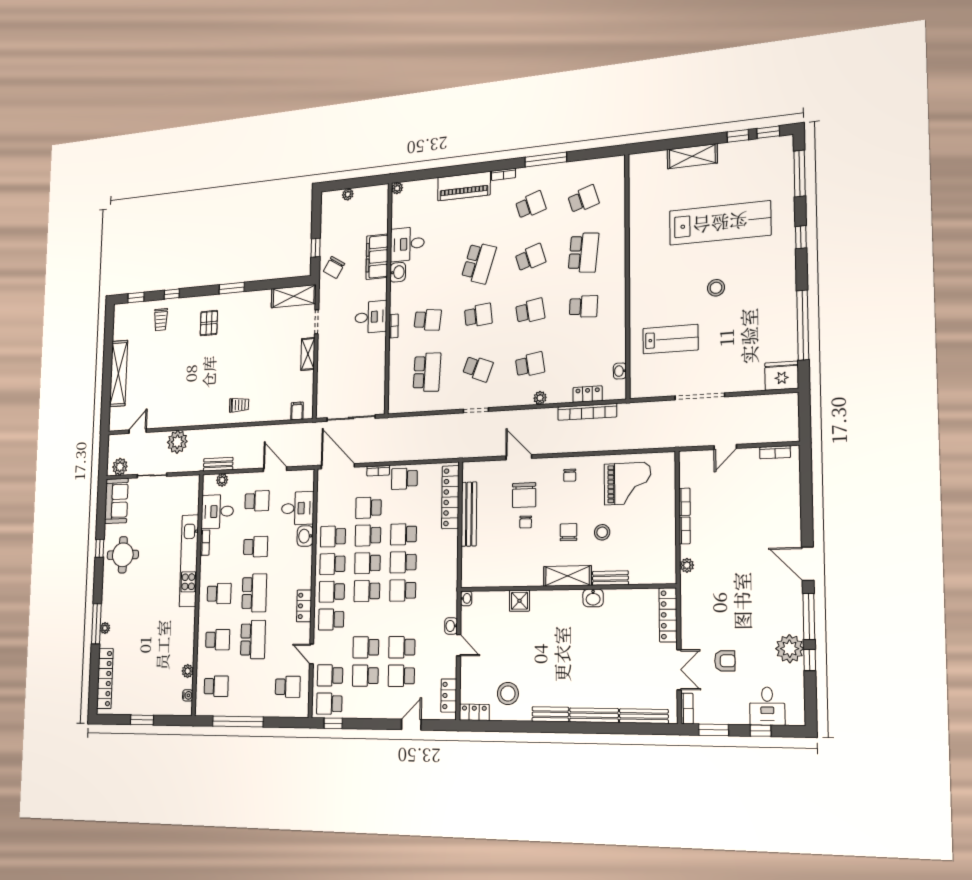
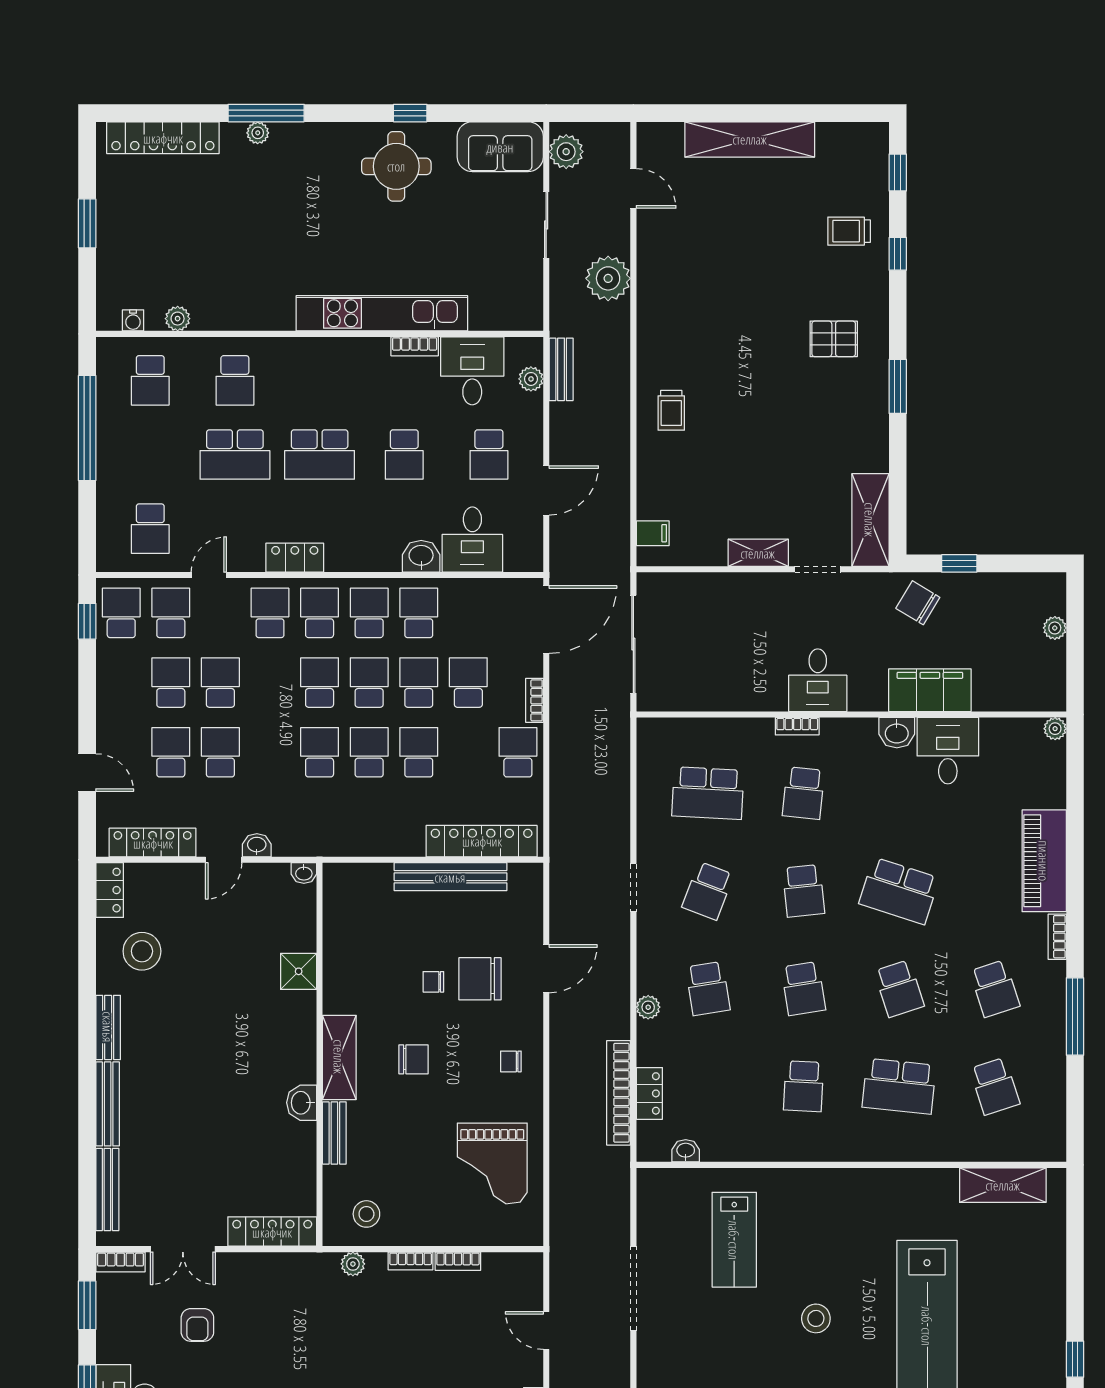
shelving: (692, 156) -> (1003, 1185), moved, turned 90
stool: (602, 532) -> (366, 1214), moved
school desk: (219, 594) -> (320, 380), removed
locker: (449, 695) -> (153, 843), width x1.53

